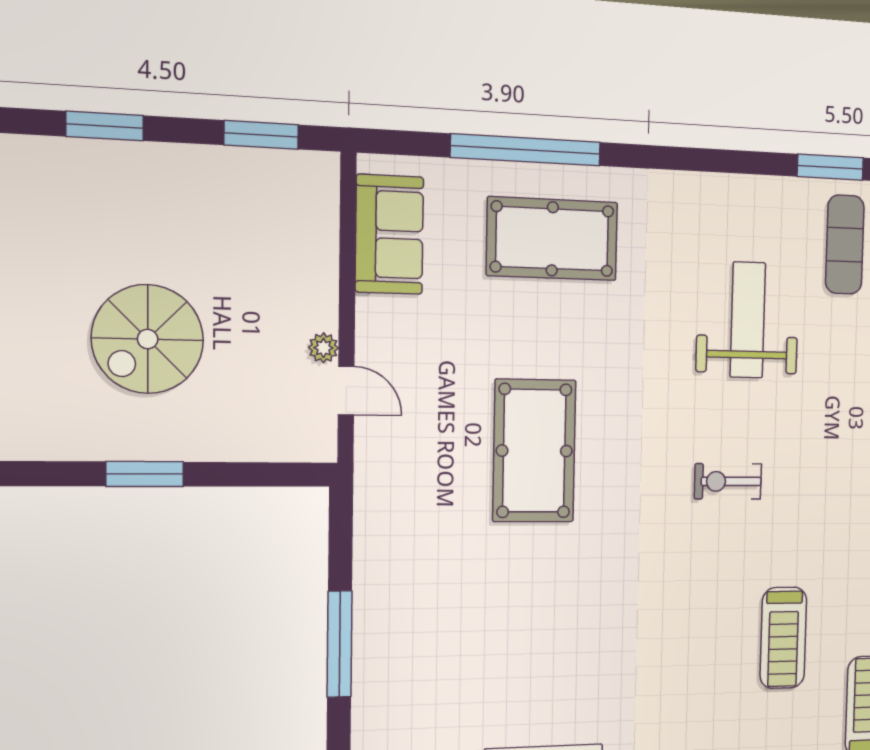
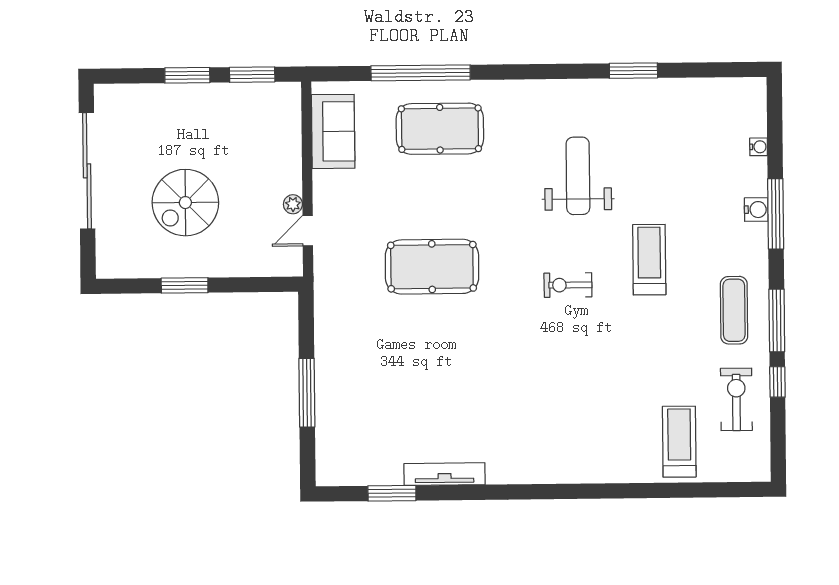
window: (105, 126) -> (187, 75), moved
exercise mat: (845, 245) -> (647, 122), removed
door: (346, 391) -> (308, 231), swing flipped
pool table: (534, 451) -> (432, 267), turned 90
treadmill: (783, 638) -> (649, 260), moved, turned 180

